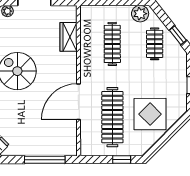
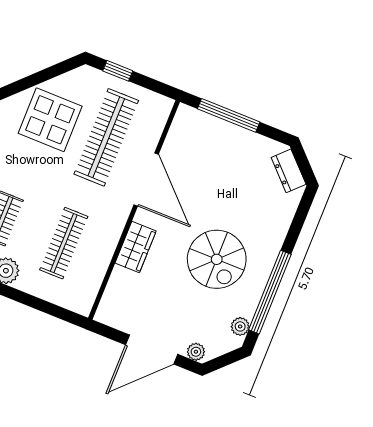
wardrobe: (69, 37) -> (136, 247), moved
door: (78, 102) -> (146, 179), hinge flipped

